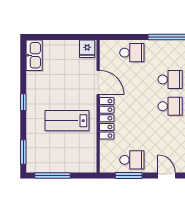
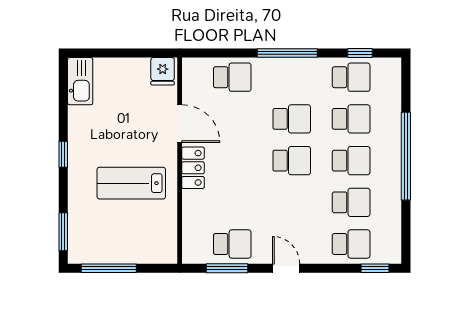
locker: (107, 118) -> (193, 168), width x0.66

